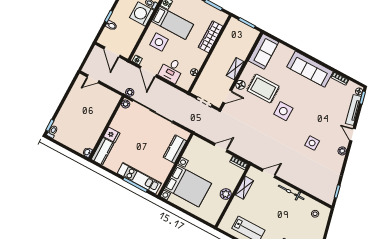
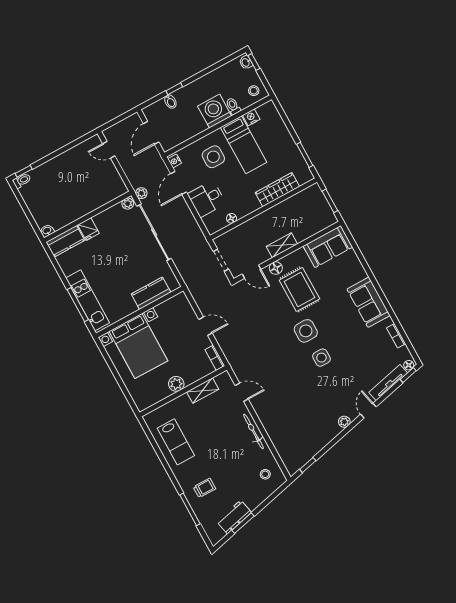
sofa: (310, 69) -> (369, 302), width x0.73
side table: (312, 143) -> (321, 358), moved

